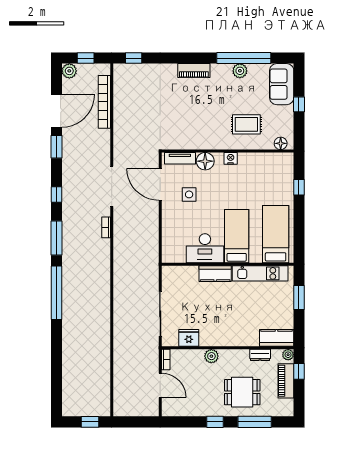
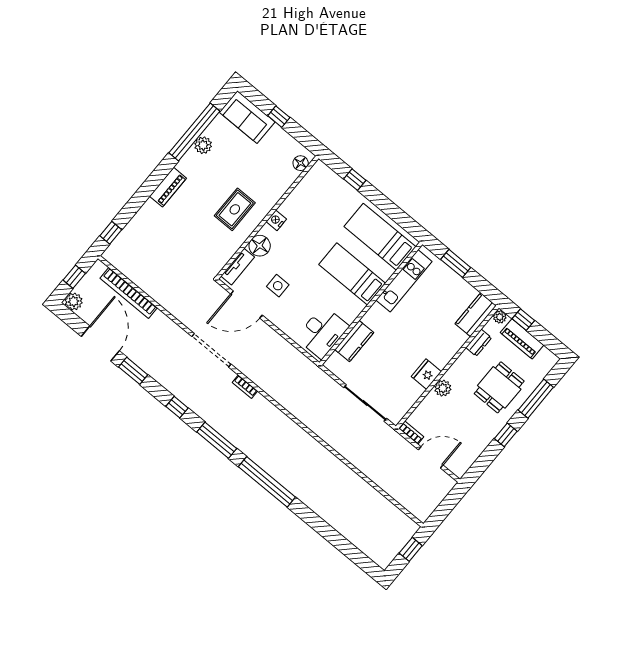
rug: (246, 124) -> (235, 209), moved
desk: (205, 248) -> (322, 332), moved
kitchen counter: (215, 274) -> (354, 341), moved
fridge: (189, 338) -> (426, 374), moved

